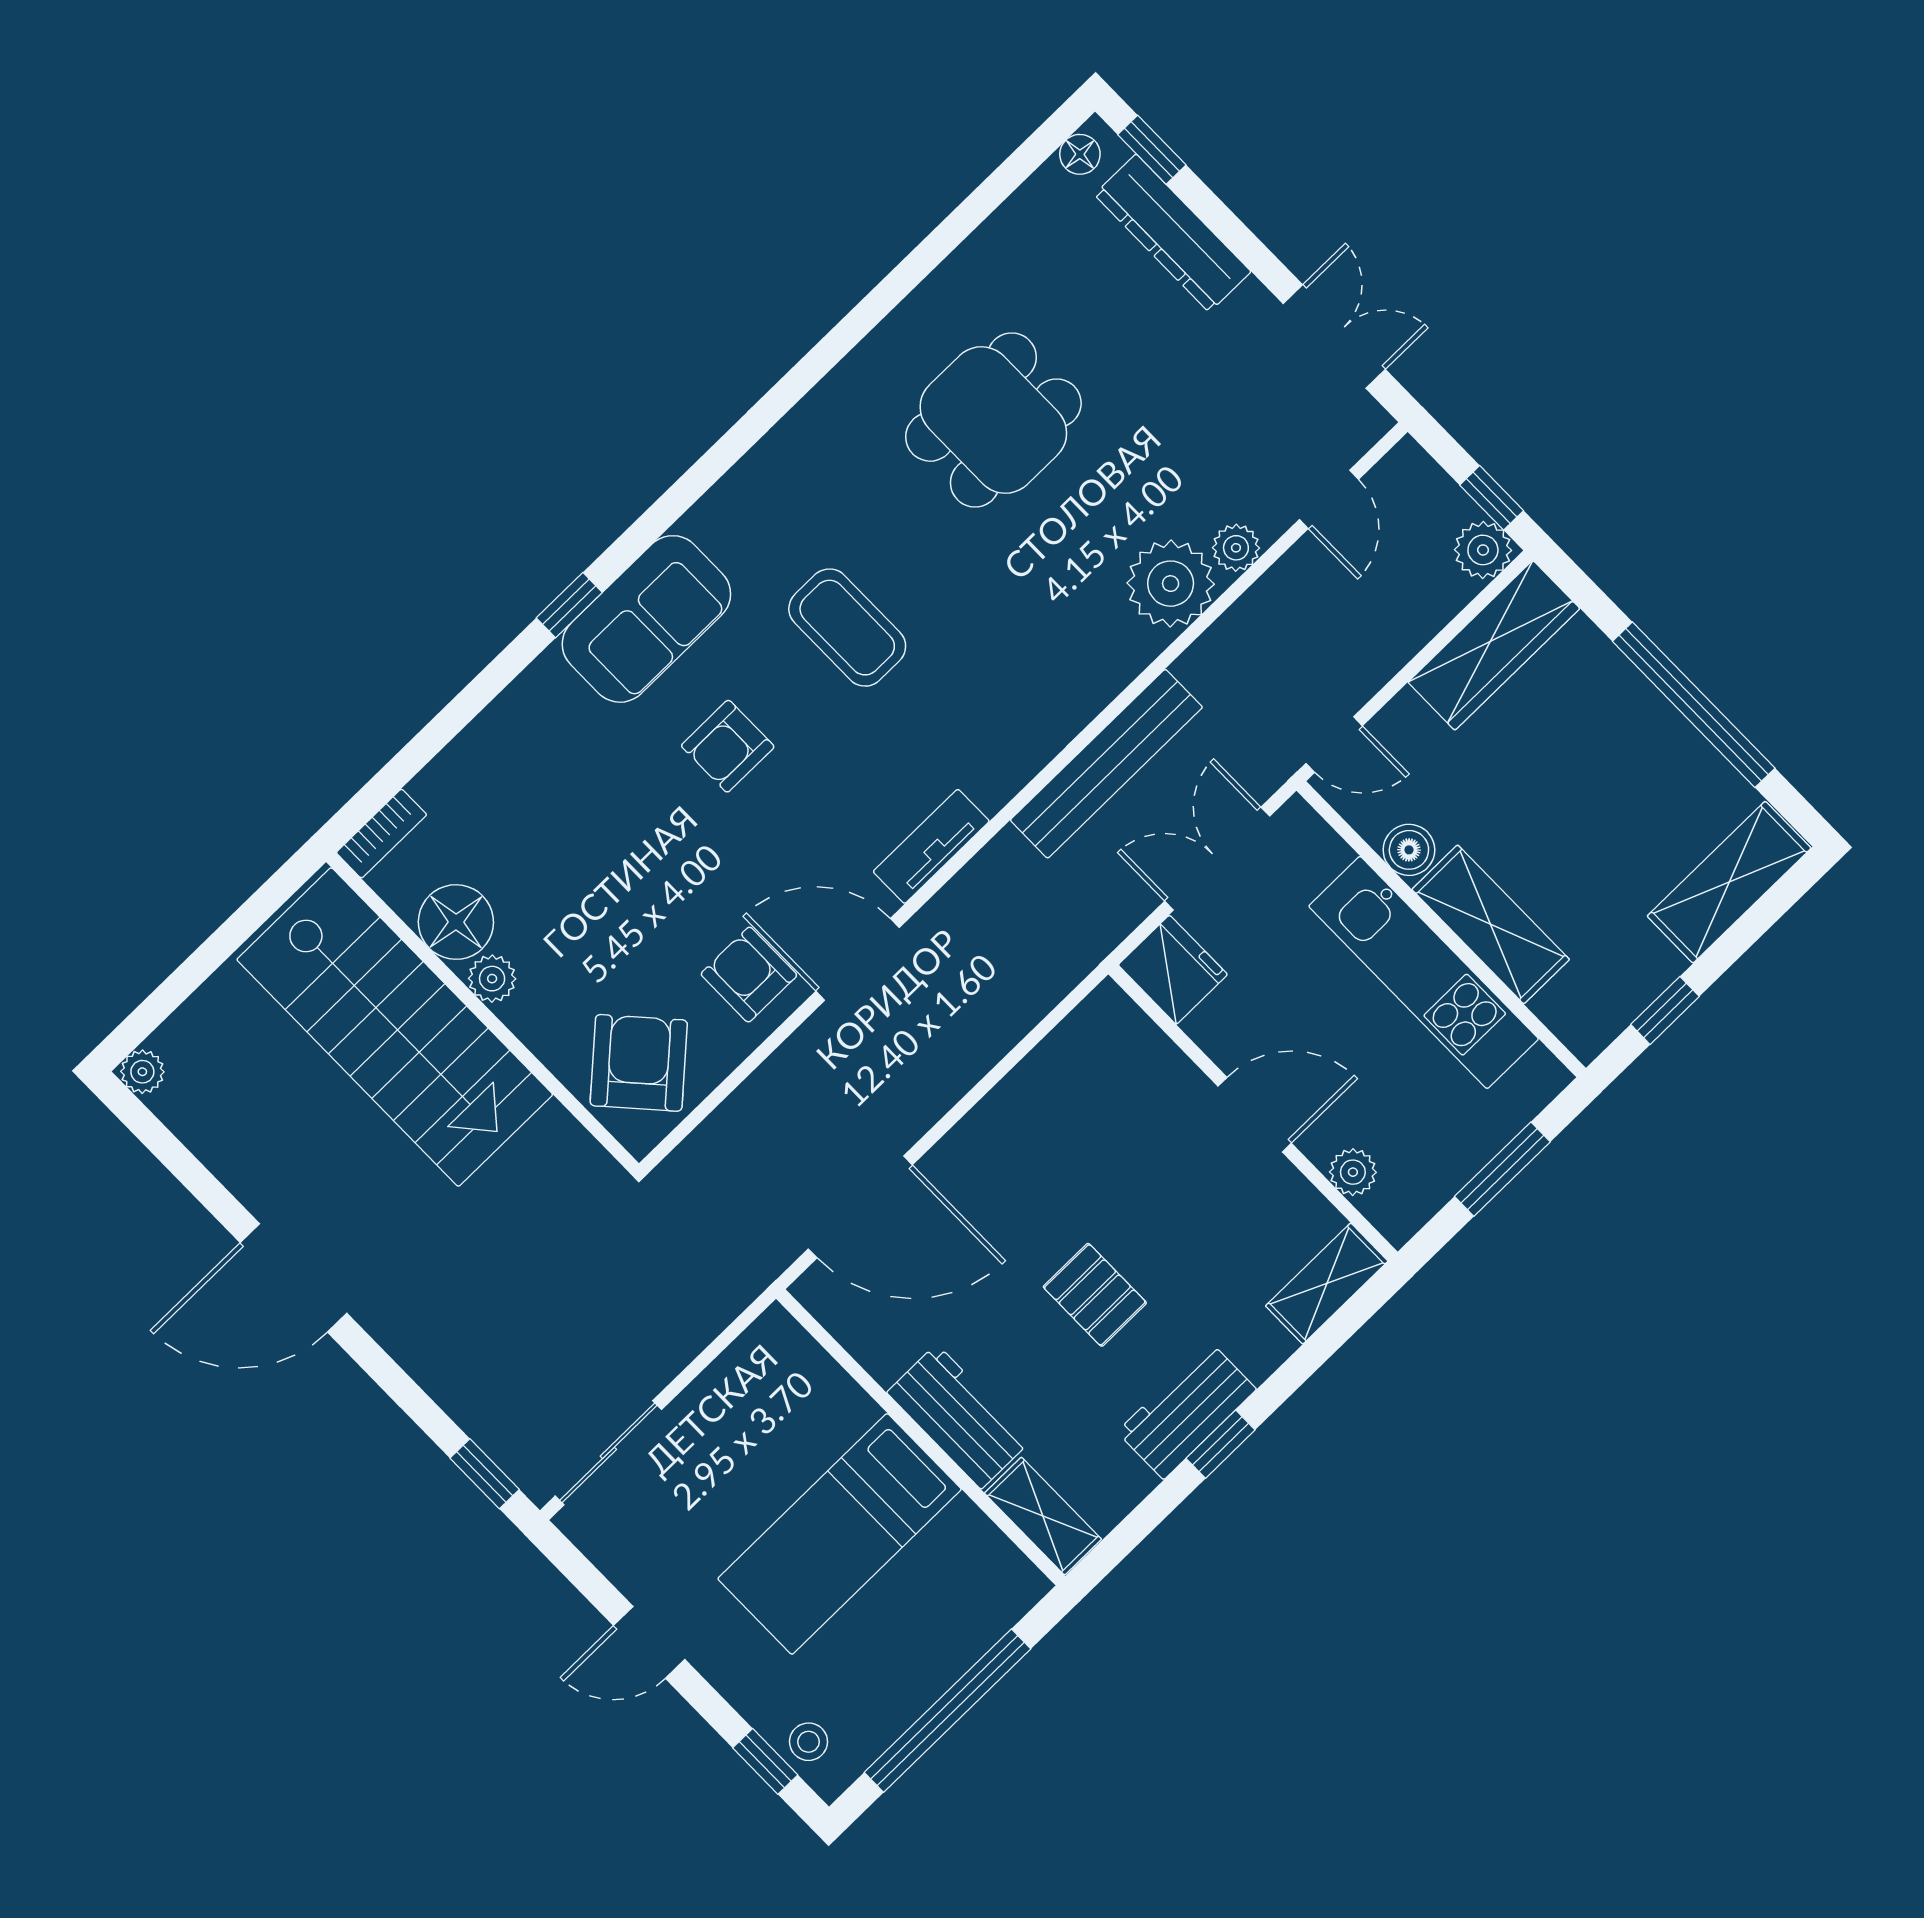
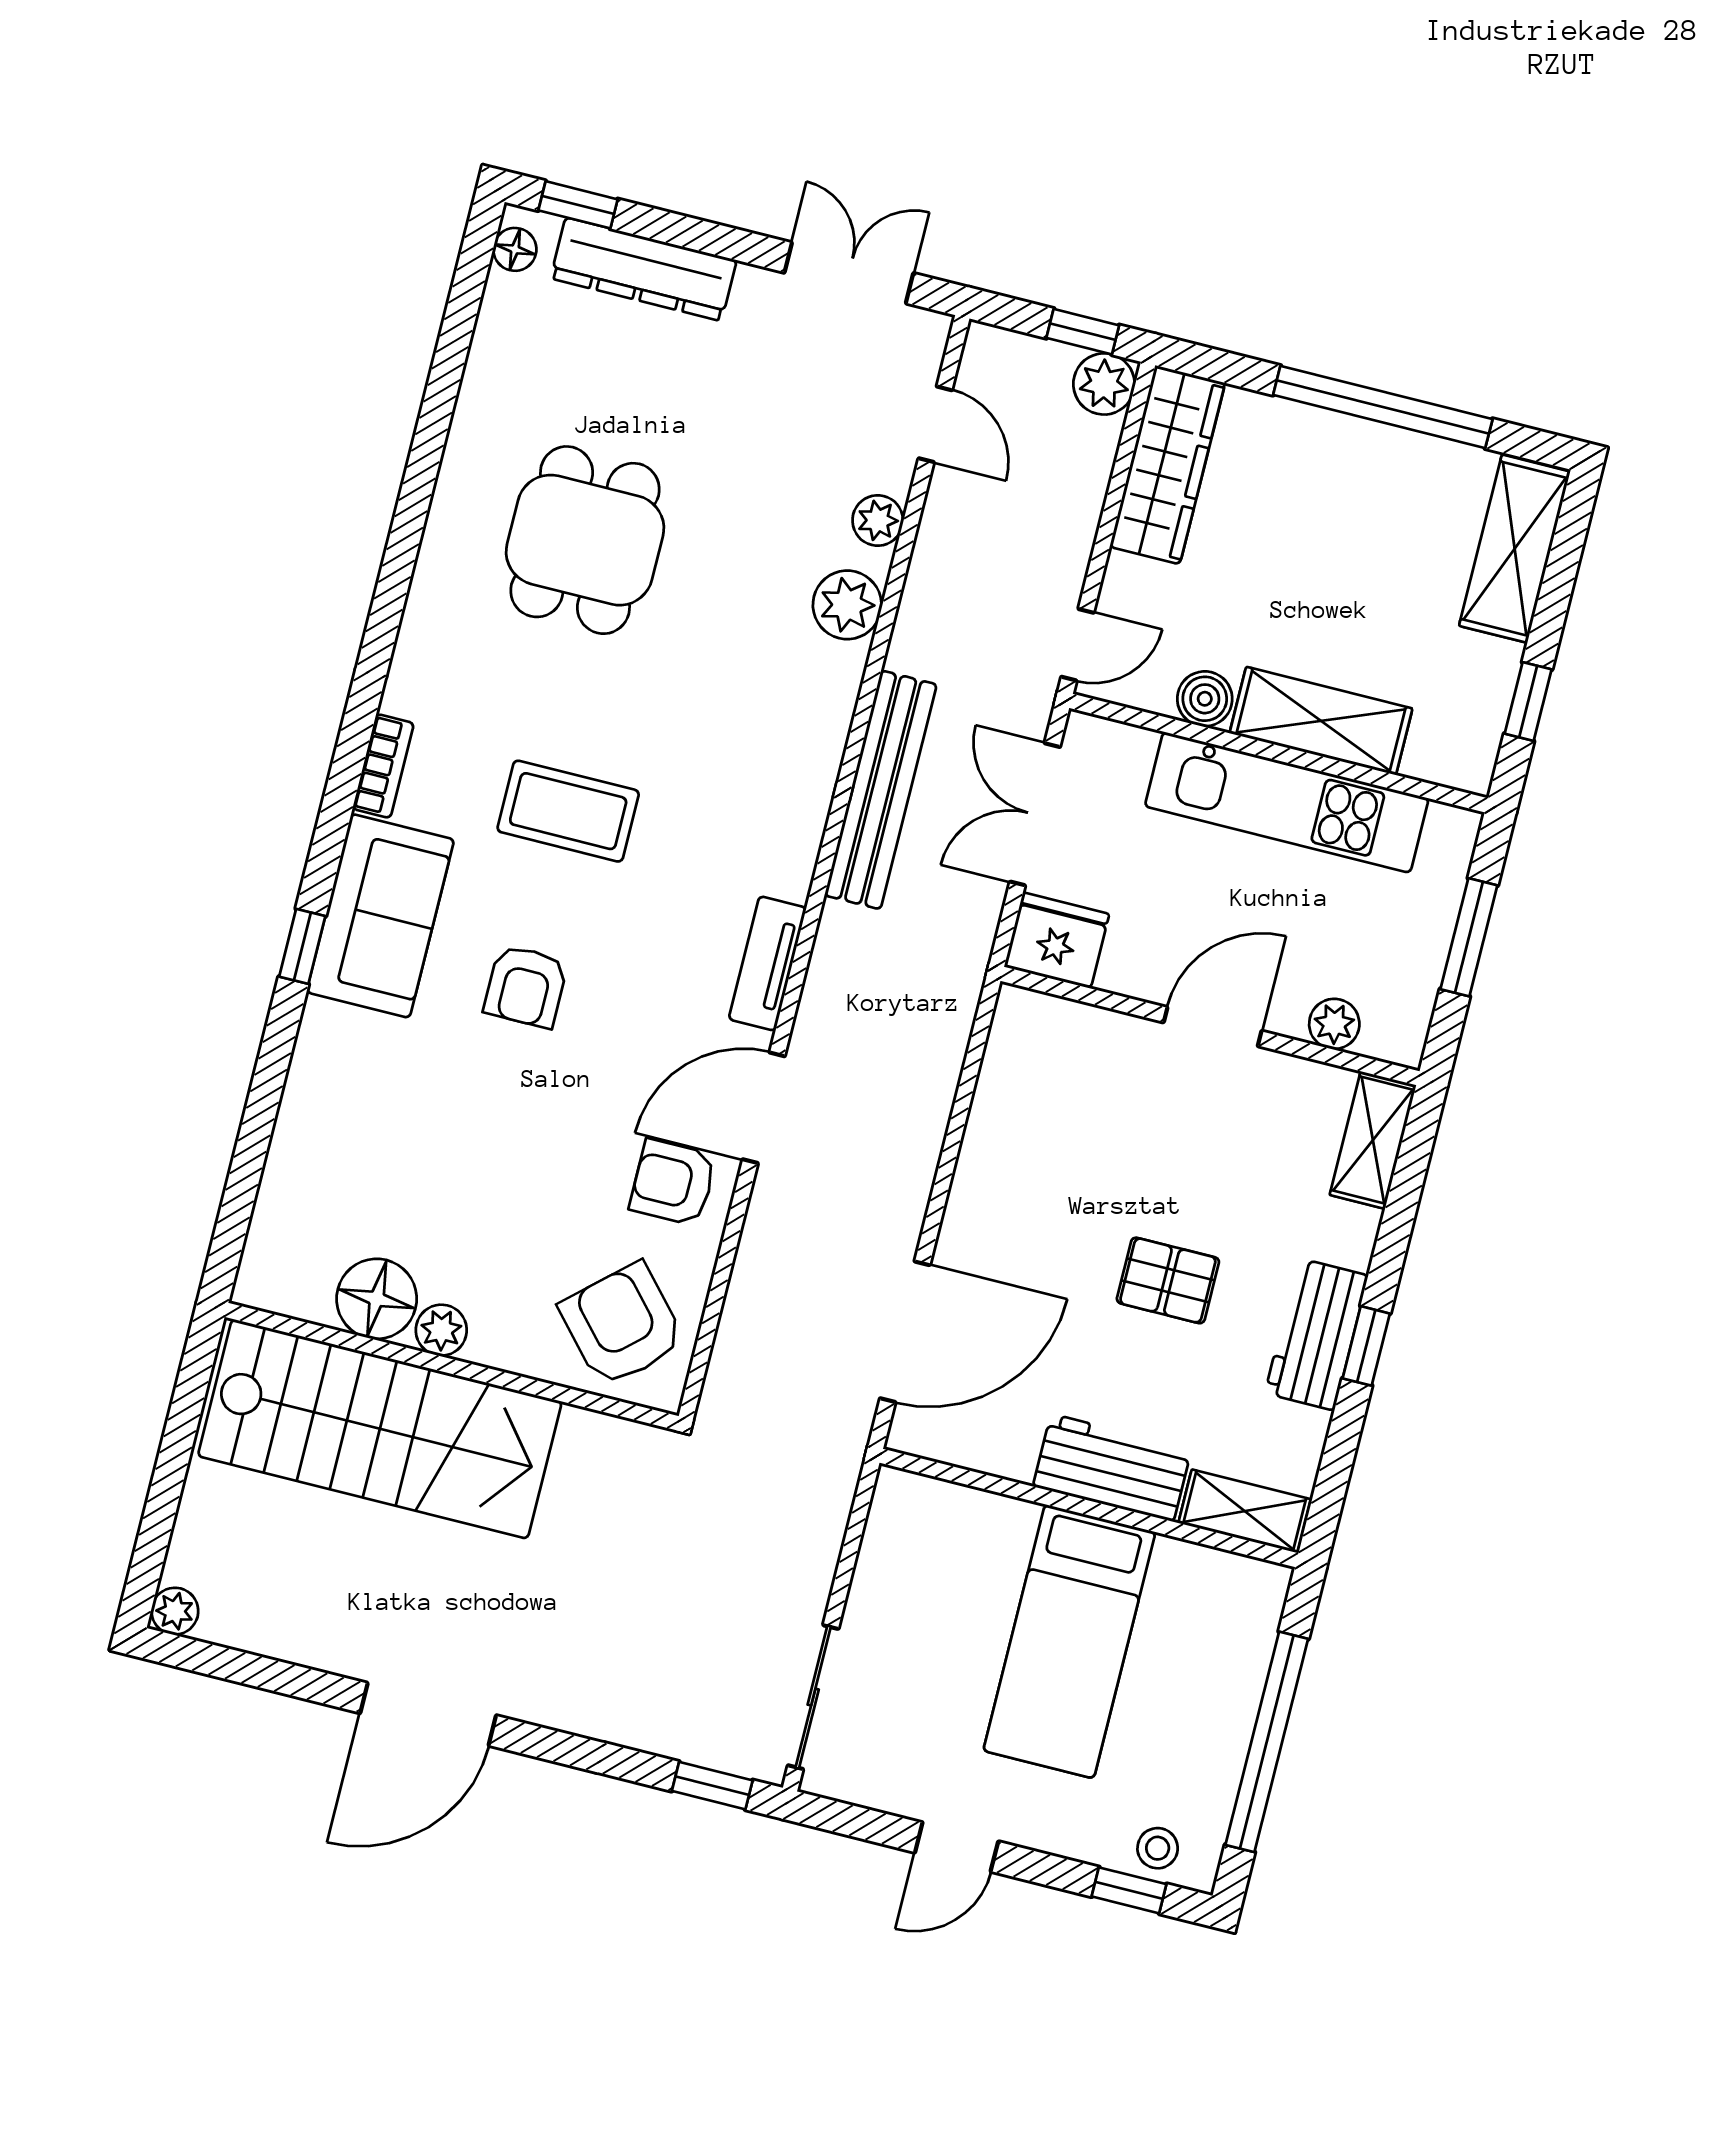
plant: (1171, 584) -> (847, 605), width x0.73, depth x0.73
bookcase: (381, 834) -> (383, 766), moved

